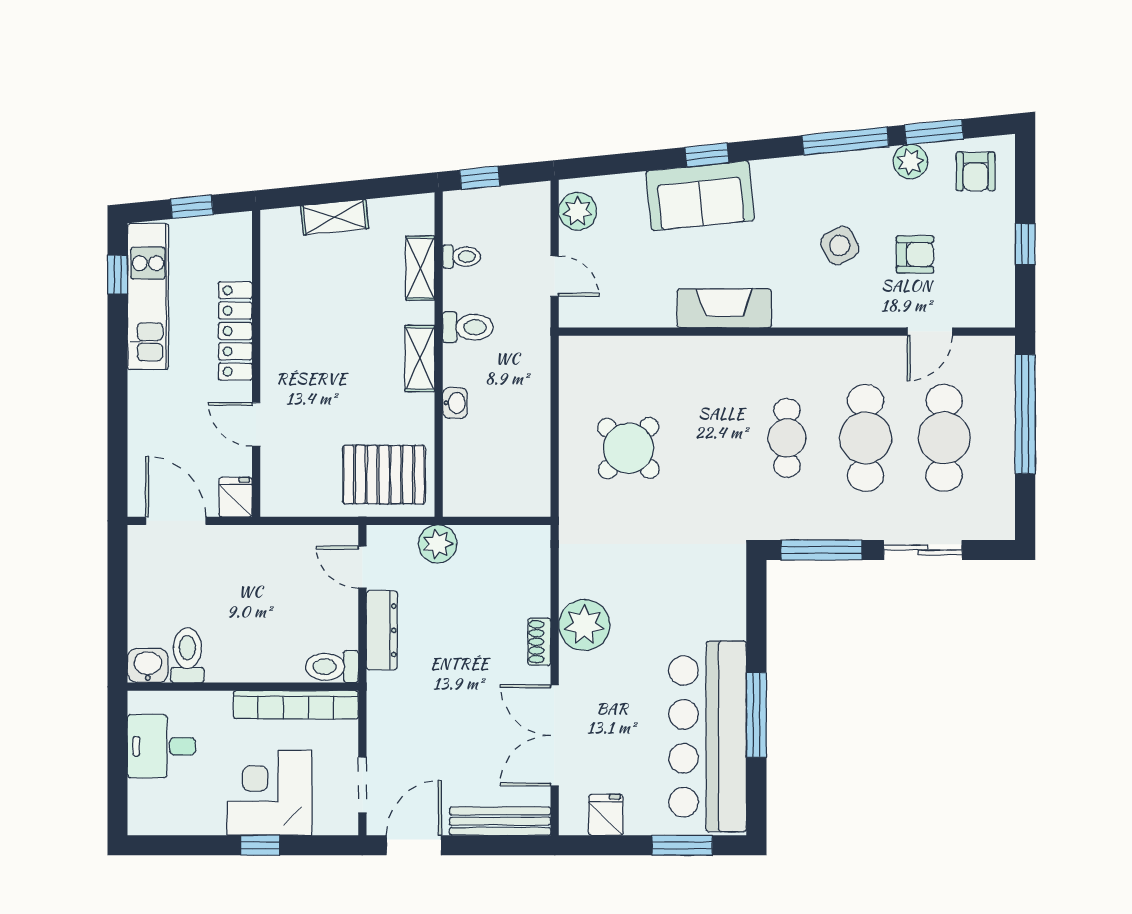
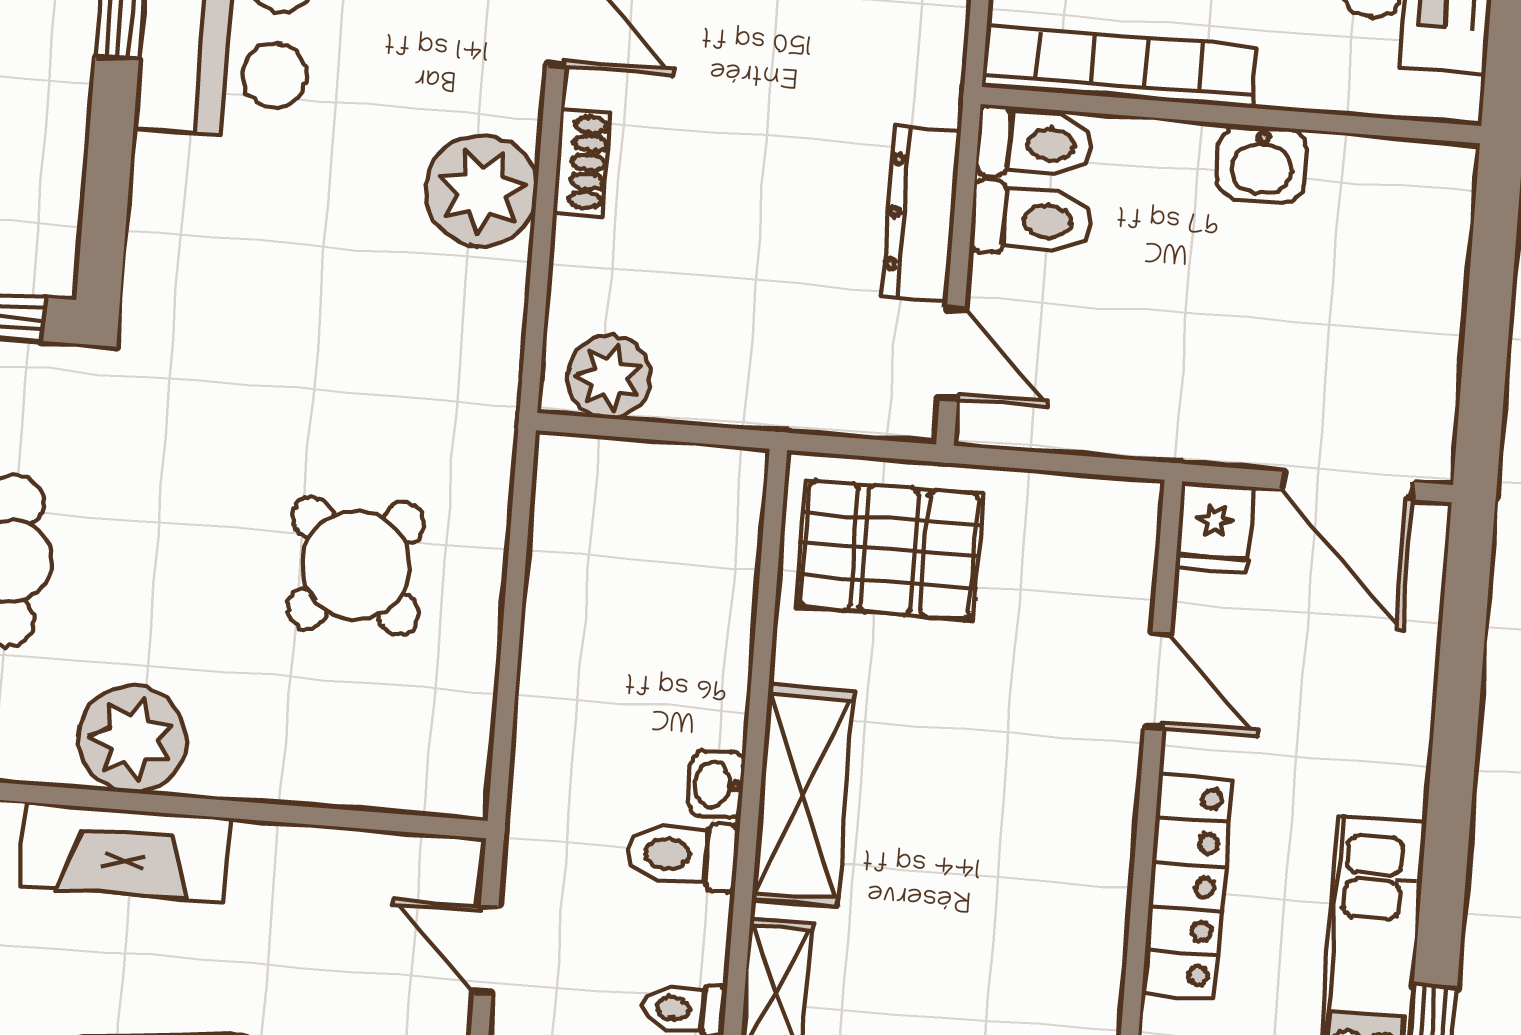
shelving: (420, 359) -> (803, 796), width x1.50, depth x1.33
plant: (725, 360) -> (132, 739), added
washbasin: (455, 403) -> (716, 784), moved
plant: (438, 544) -> (609, 377), moved
toilet: (187, 655) -> (1031, 220), moved, turned -90
washbasin: (148, 665) -> (1262, 164), moved

